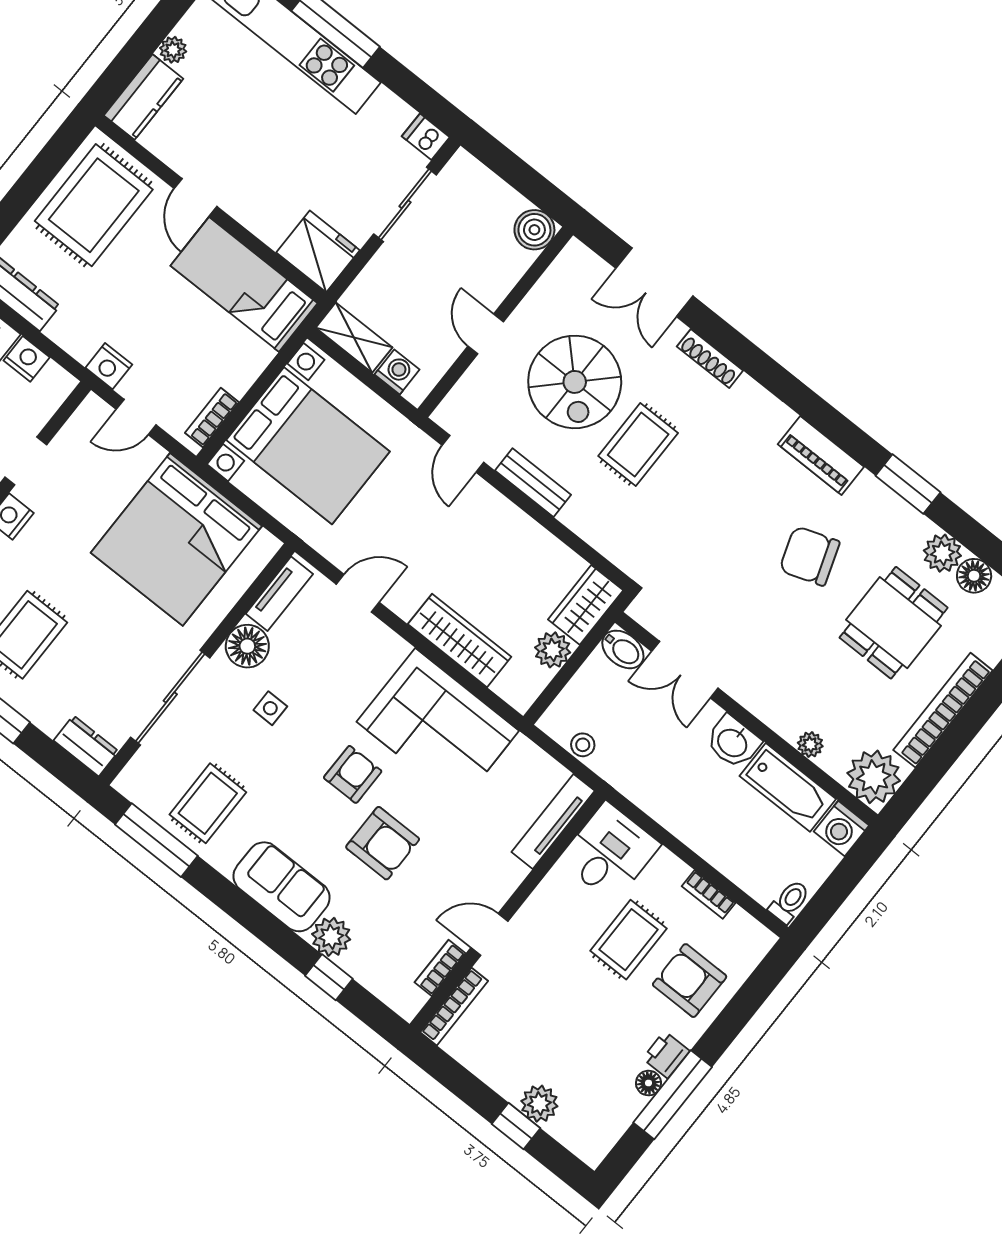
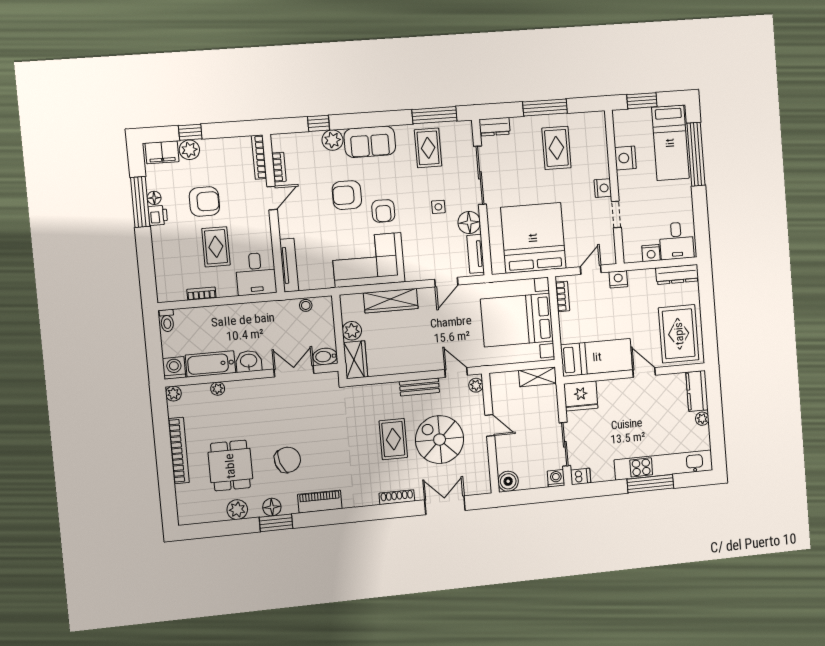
washing machine: (397, 372) -> (556, 478), moved, turned 180
plant: (452, 409) -> (476, 385), added
floor lamp: (974, 576) -> (272, 507), moved
plant: (874, 777) -> (173, 394), width x0.53, depth x0.53
armchair: (690, 981) -> (204, 202), moved
filing cabinet: (580, 1134) -> (162, 152), added

